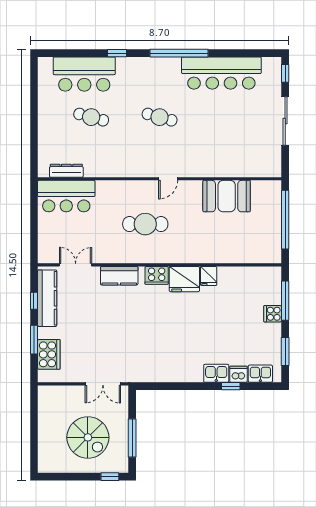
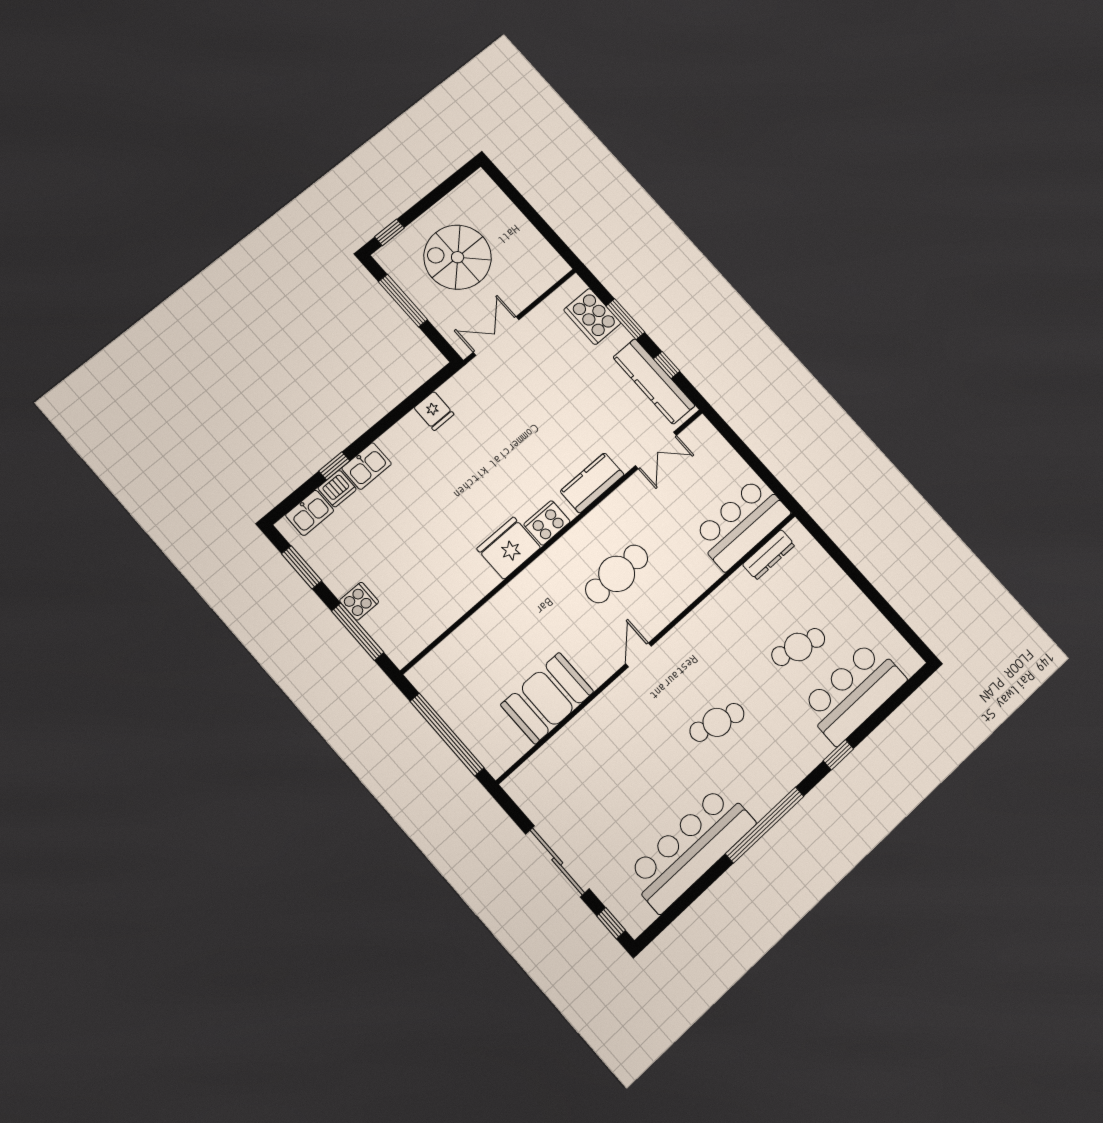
fridge: (209, 276) -> (434, 411), moved, turned 180

